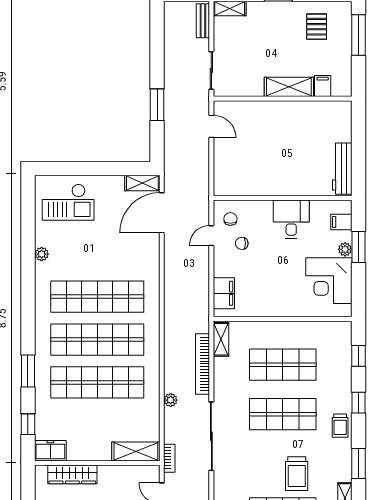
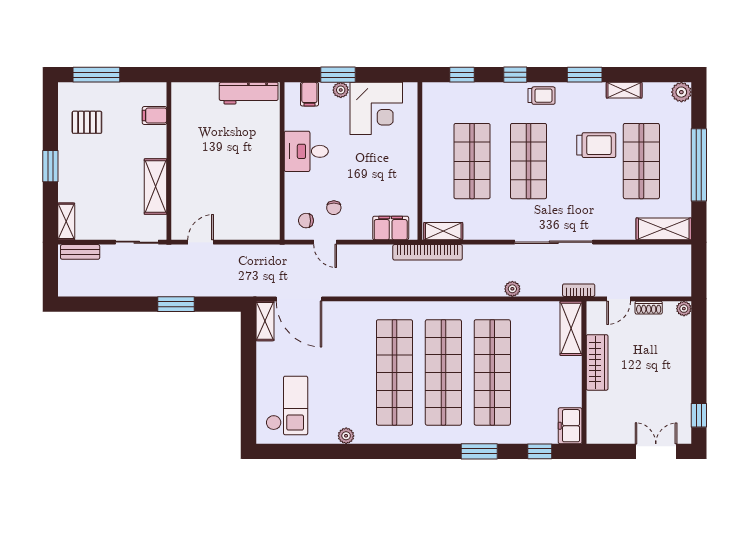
shelving: (289, 87) -> (155, 187), moved
bookcase: (203, 364) -> (428, 252), moved
wardrobe: (72, 474) -> (597, 362), moved

